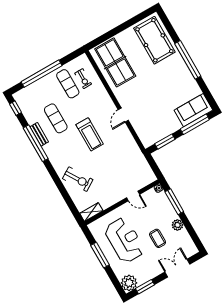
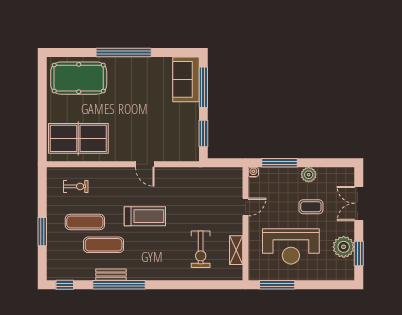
window: (41, 74) -> (42, 232), width x0.47
exercise mat: (68, 84) -> (85, 222), moved
exercise bike: (78, 179) -> (201, 249), moved, turned 122
shelving: (91, 212) -> (236, 250), moved
reception desk: (124, 240) -> (291, 246), turned 180
window: (100, 255) -> (277, 285), moved
plant: (129, 283) -> (344, 247), moved

